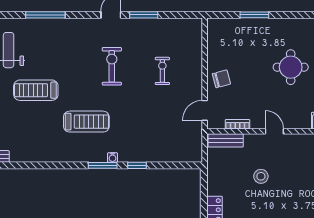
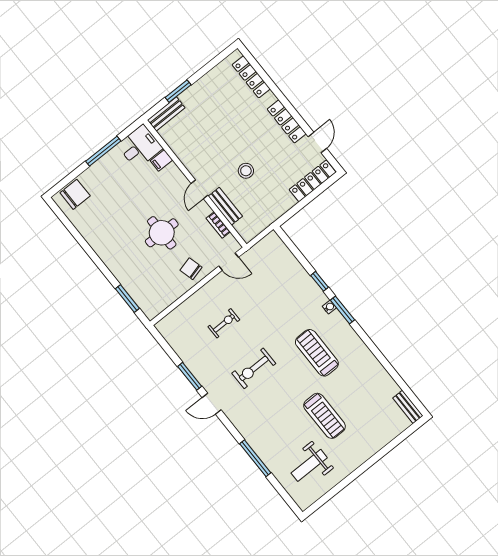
window: (254, 15) -> (127, 299), moved
round table: (291, 67) -> (162, 233), moved
exercise bike: (162, 71) -> (224, 323), turned 180
bench: (226, 140) -> (225, 206), moved

